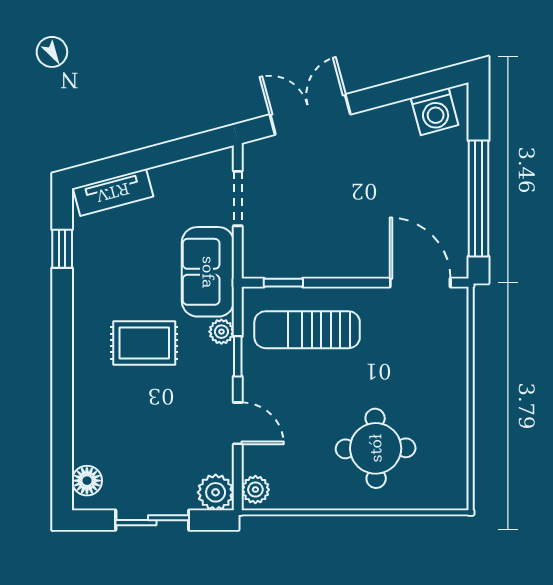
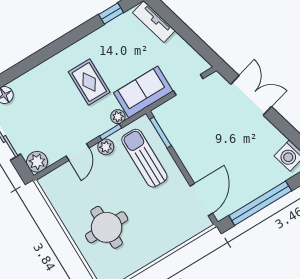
window: (283, 283) -> (160, 132), width x1.50
plant: (255, 490) -> (106, 147), moved

